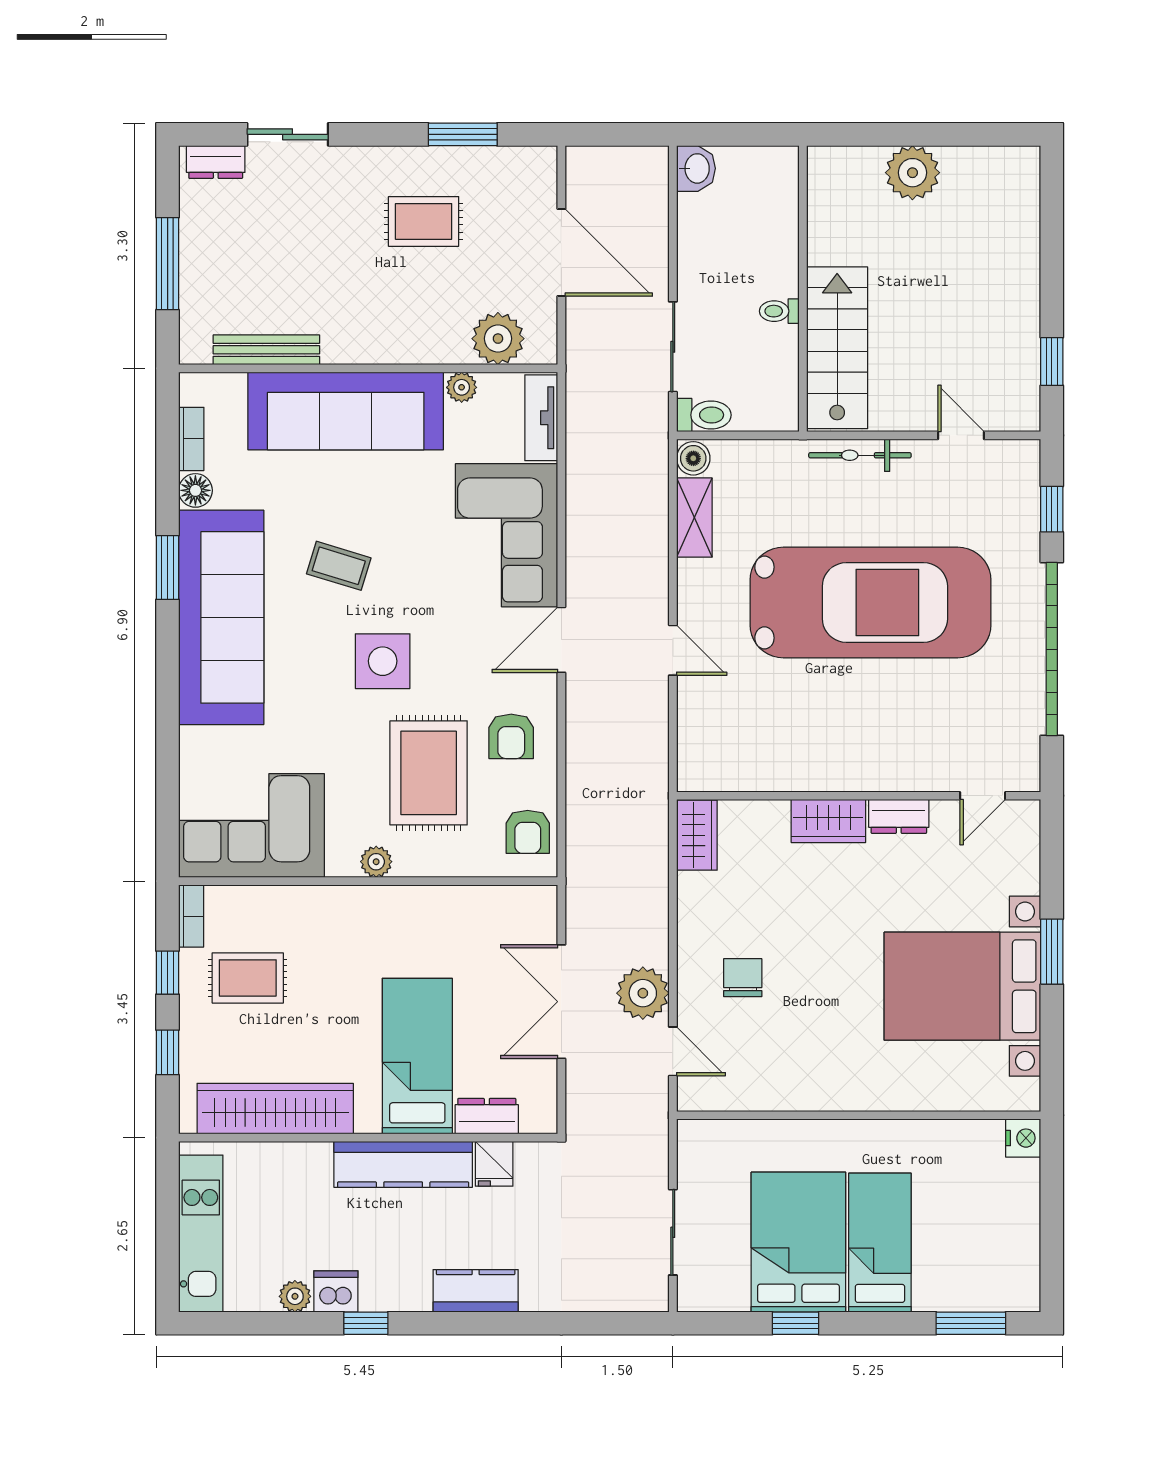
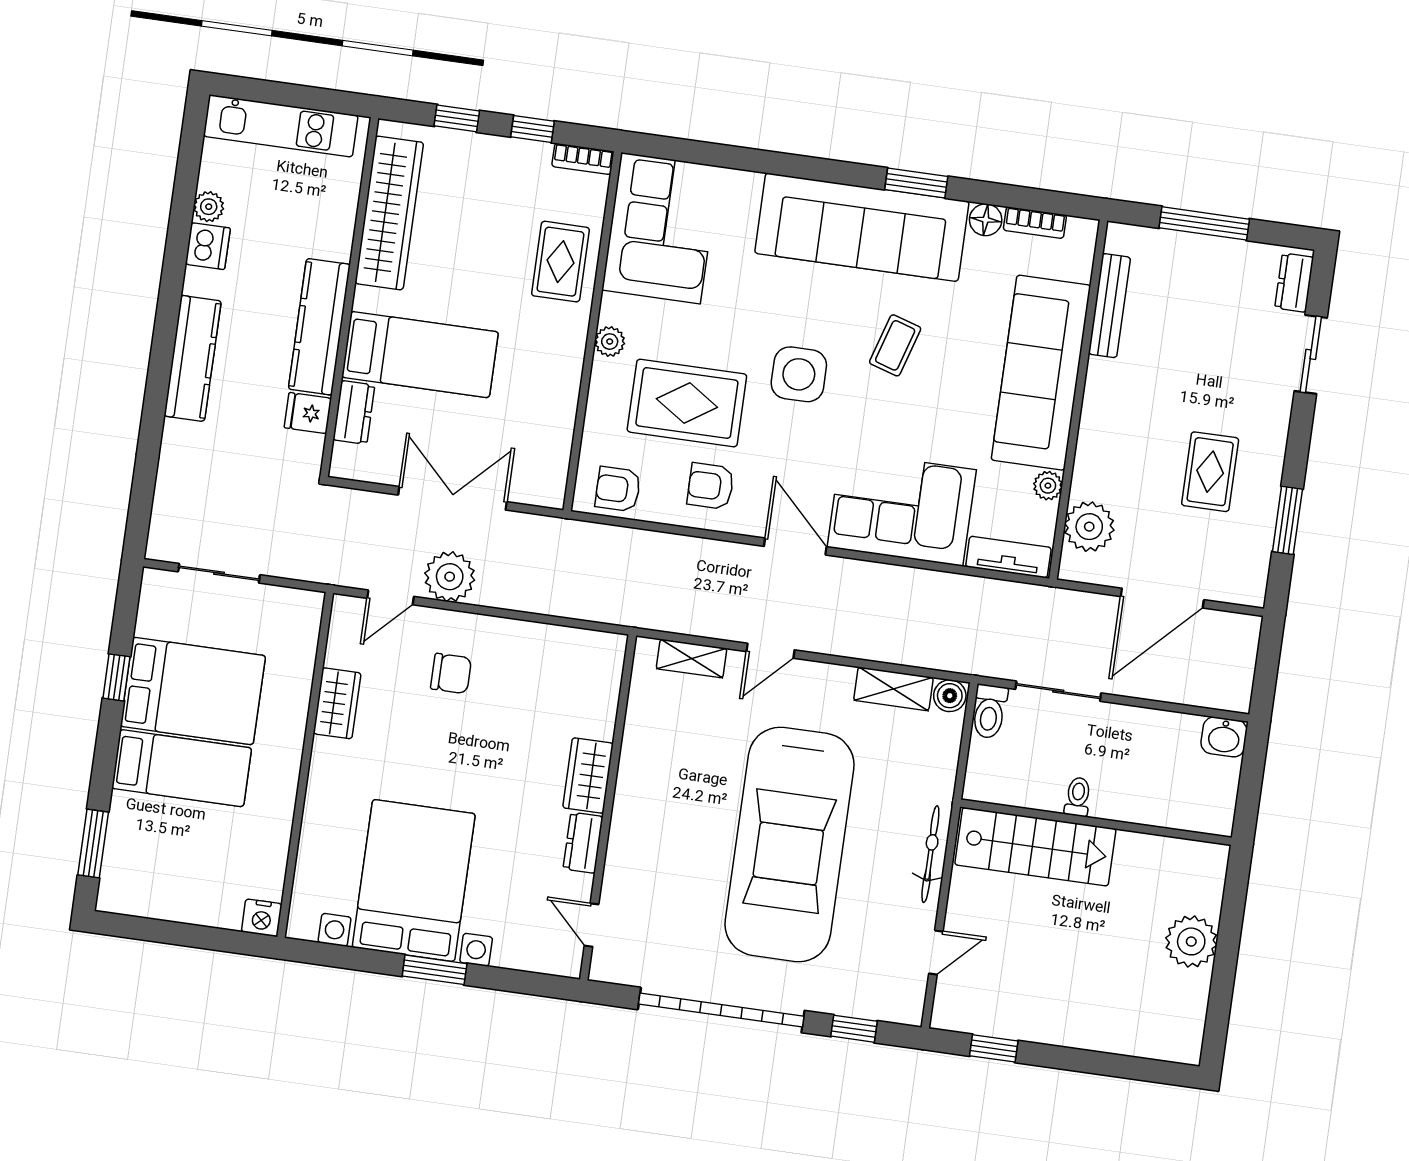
shelving: (692, 731) -> (692, 659), added
wardrobe: (697, 835) -> (337, 703), moved, turned -90
rug: (248, 978) -> (560, 262), moved
kitchen counter: (476, 1291) -> (193, 358), width x1.50
window: (366, 1323) -> (174, 270), removed

